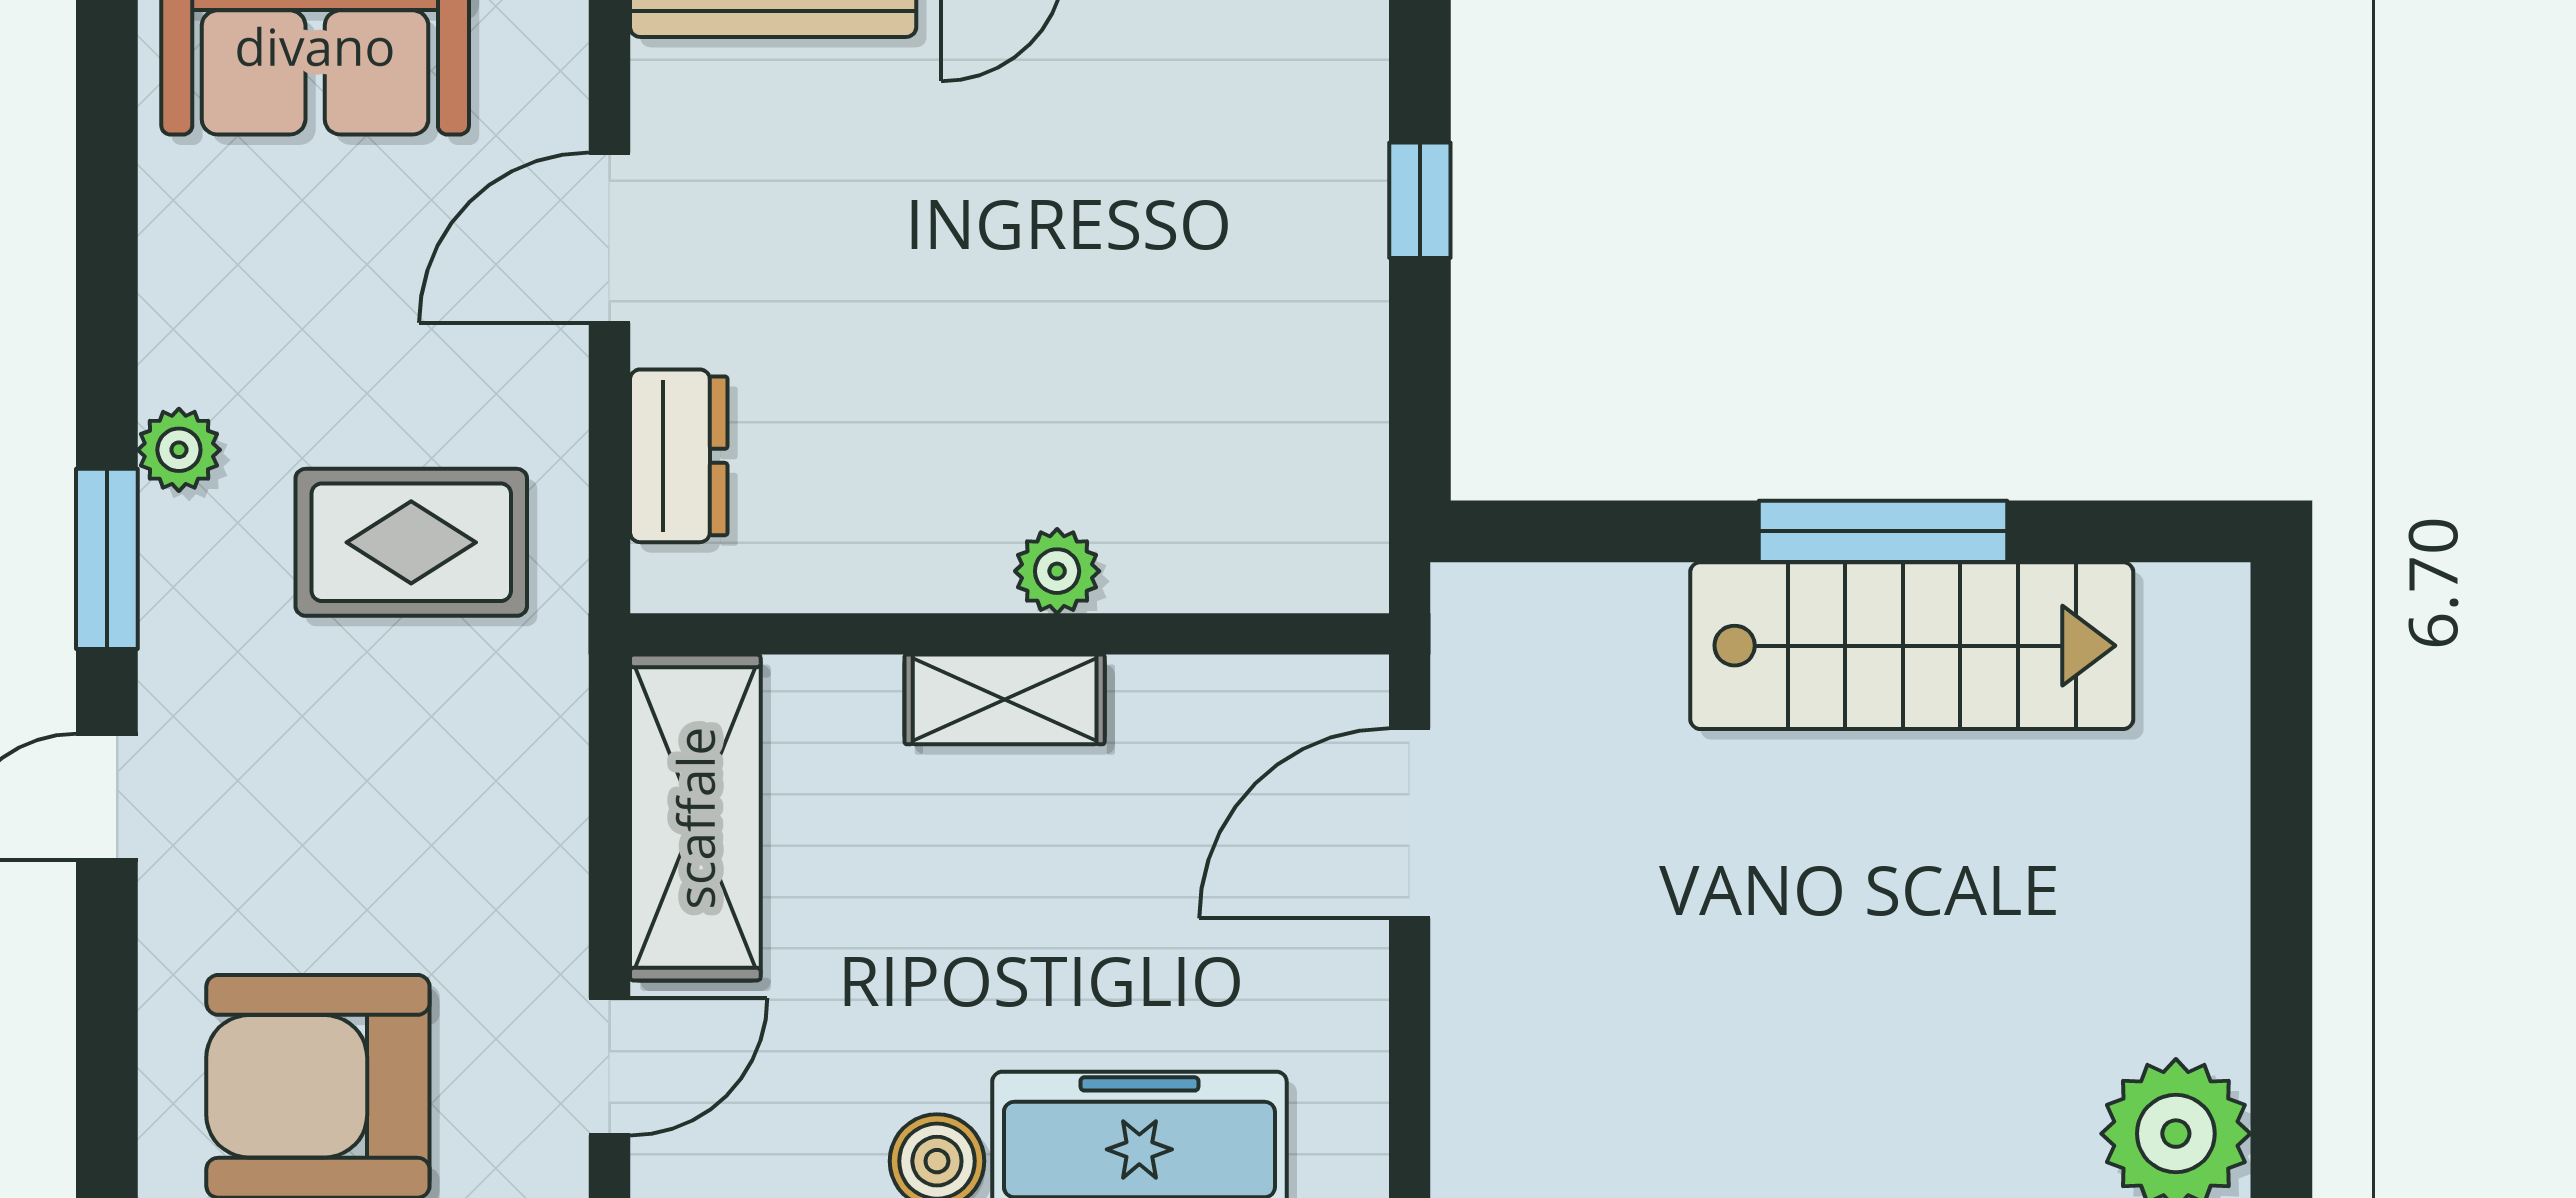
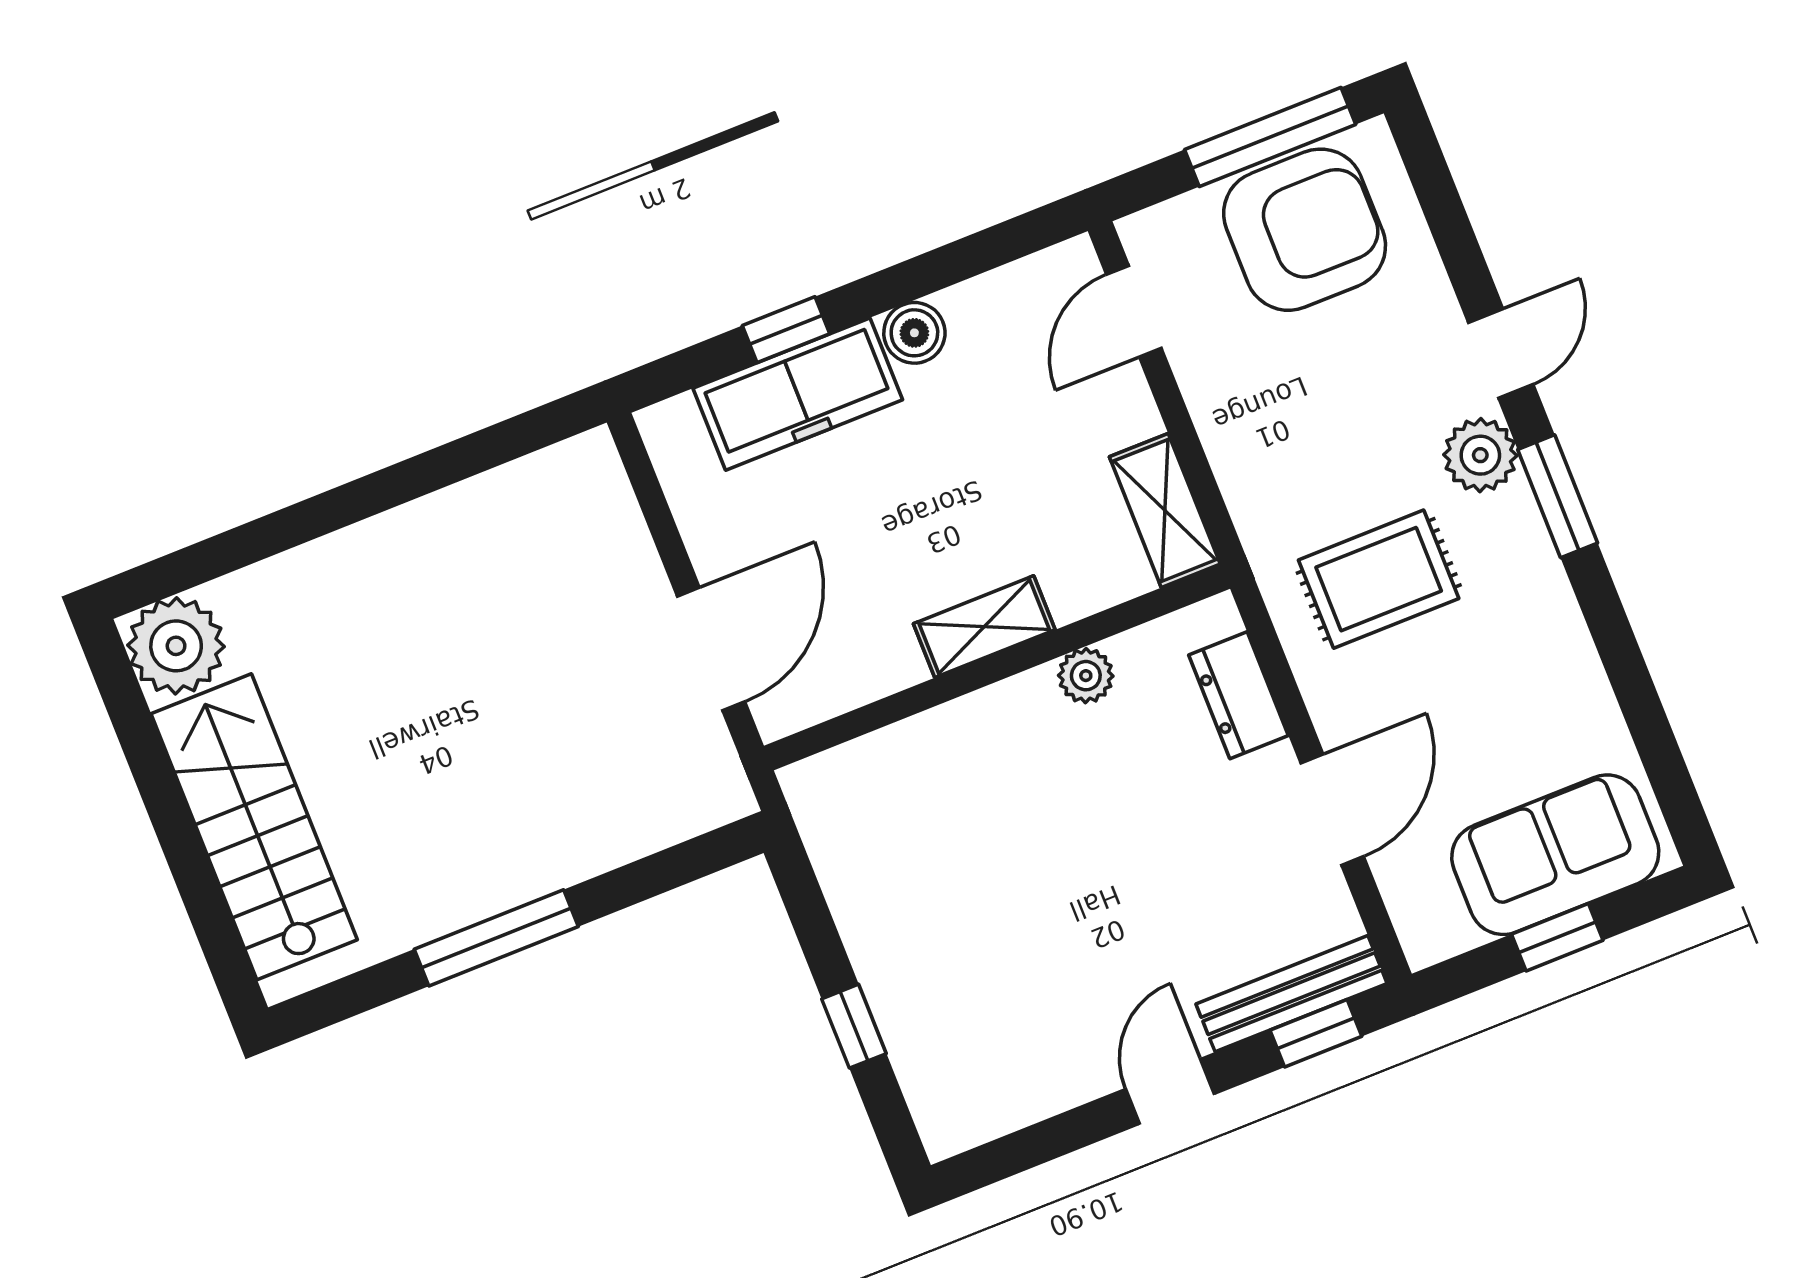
plant: (179, 450) -> (1480, 455), moved, width x1.38, depth x1.38
plant: (1057, 571) -> (1086, 676), moved
stairs: (1912, 646) -> (254, 827), moved, turned 90
shelving: (695, 818) -> (1165, 510), width x0.67, depth x0.75

